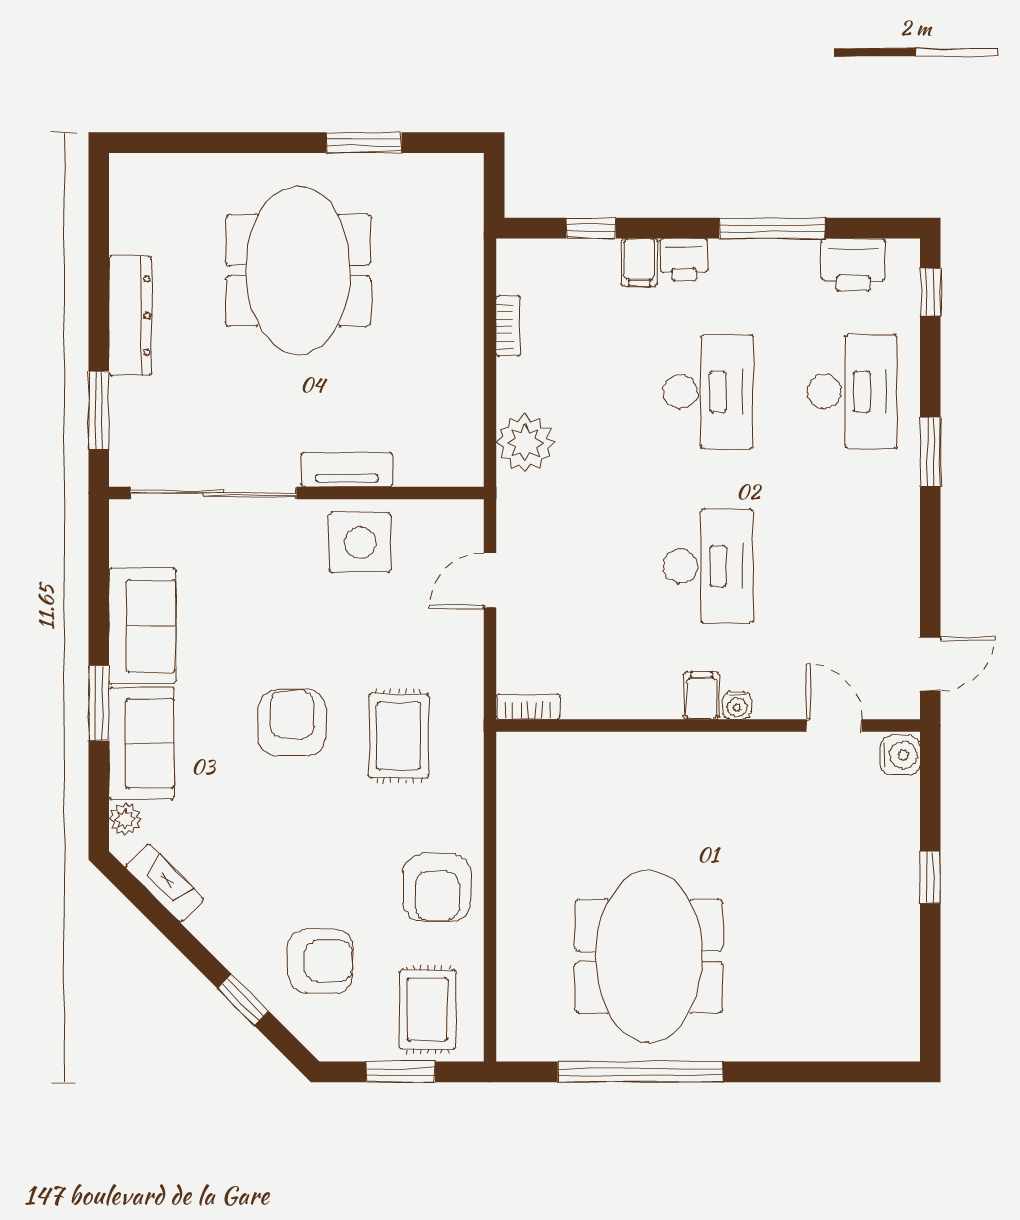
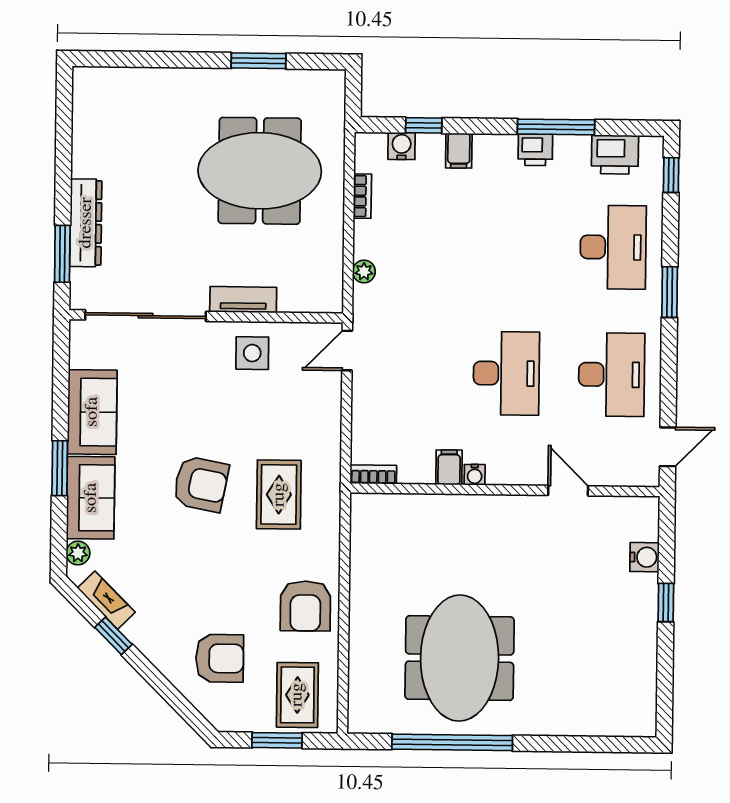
water cooler: (561, 257) -> (402, 146), added
printer: (684, 260) -> (535, 150), moved
meeting table: (298, 270) -> (260, 171), moved, turned 90
dresser: (130, 316) -> (86, 223), moved
desk: (708, 392) -> (612, 375), moved
plant: (525, 443) -> (364, 272), width x0.53, depth x0.53
side table: (360, 543) -> (252, 353), width x0.73, depth x0.73
door: (490, 580) -> (347, 351), moved
filing cabinet: (702, 696) -> (449, 467), moved
water cooler: (737, 705) -> (475, 475), moved
armchair: (292, 723) -> (201, 484), turned 101
door: (834, 725) -> (568, 491), moved
water cooler: (900, 755) -> (644, 557), moved
window: (243, 1000) -> (113, 636), moved

